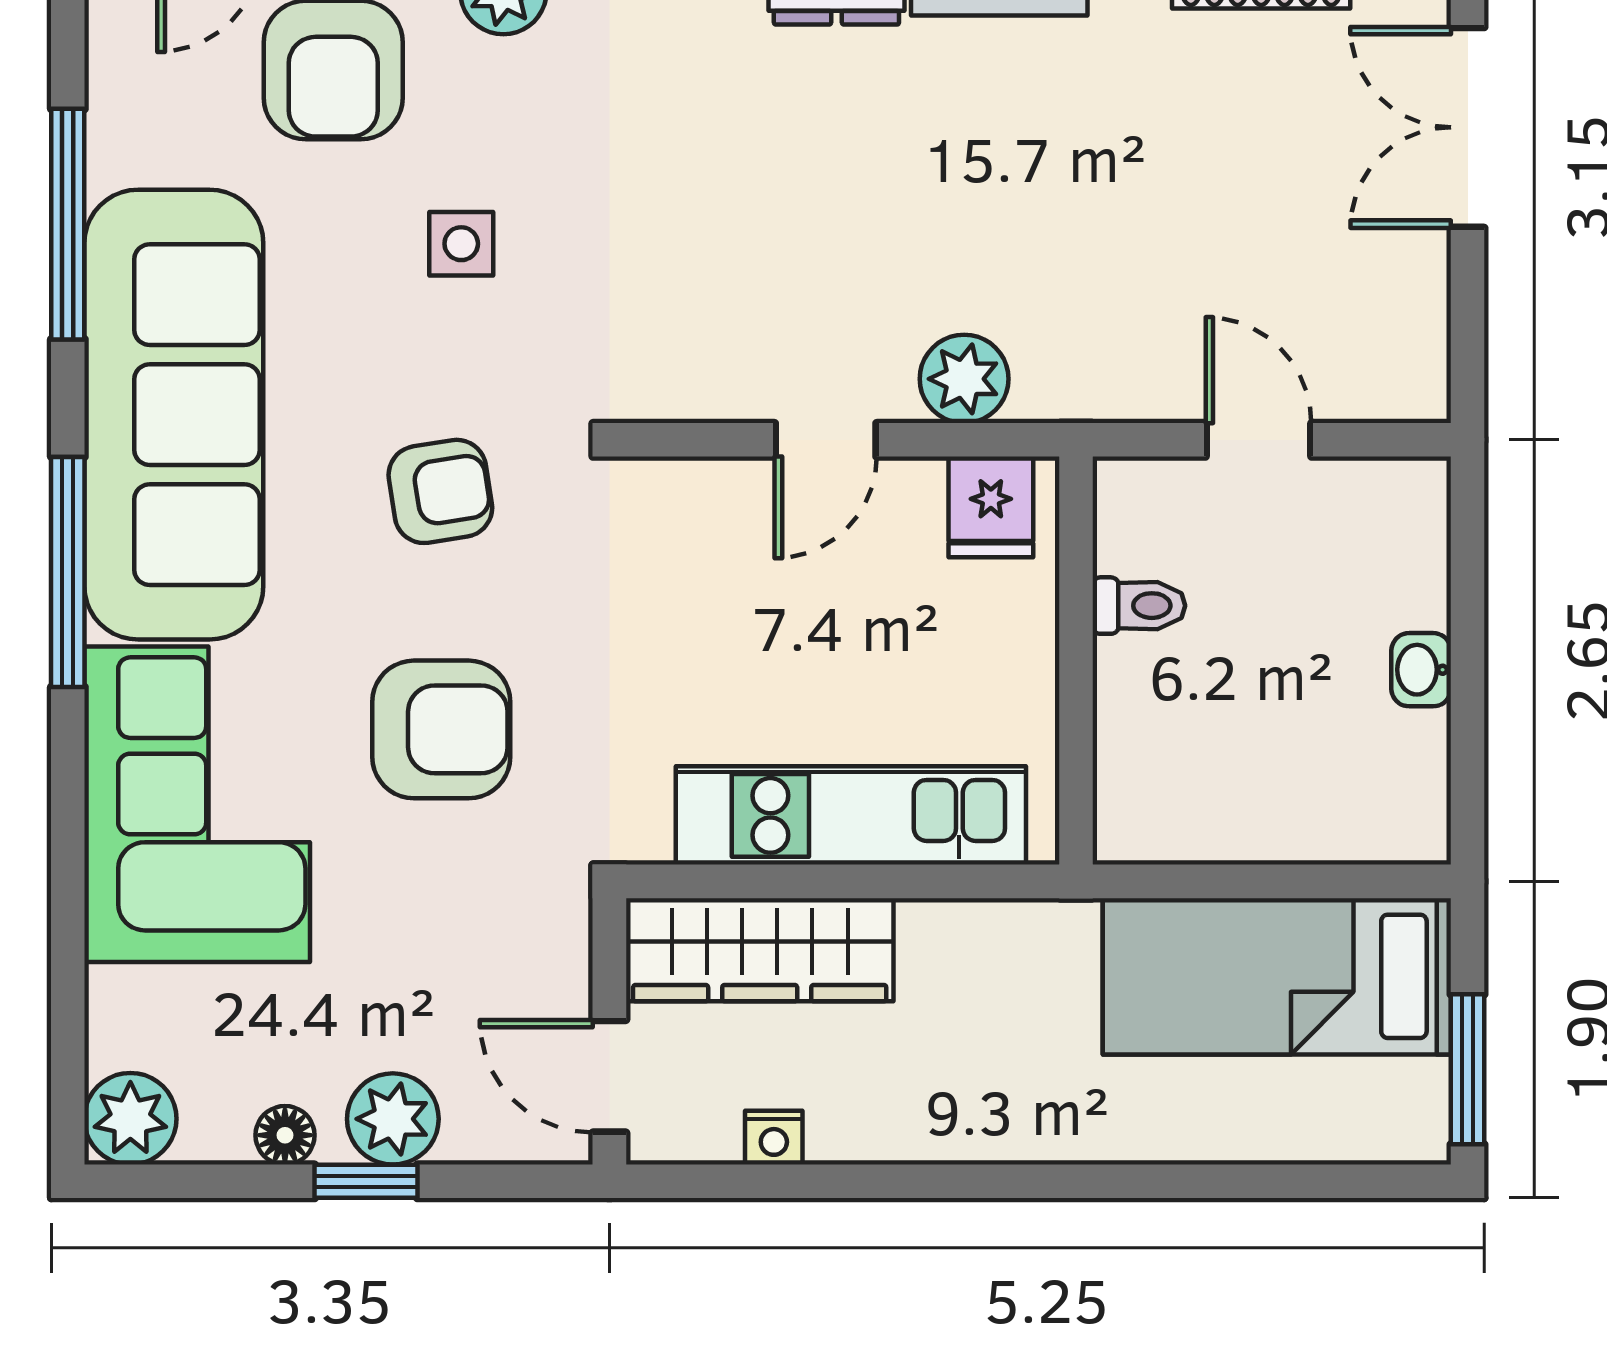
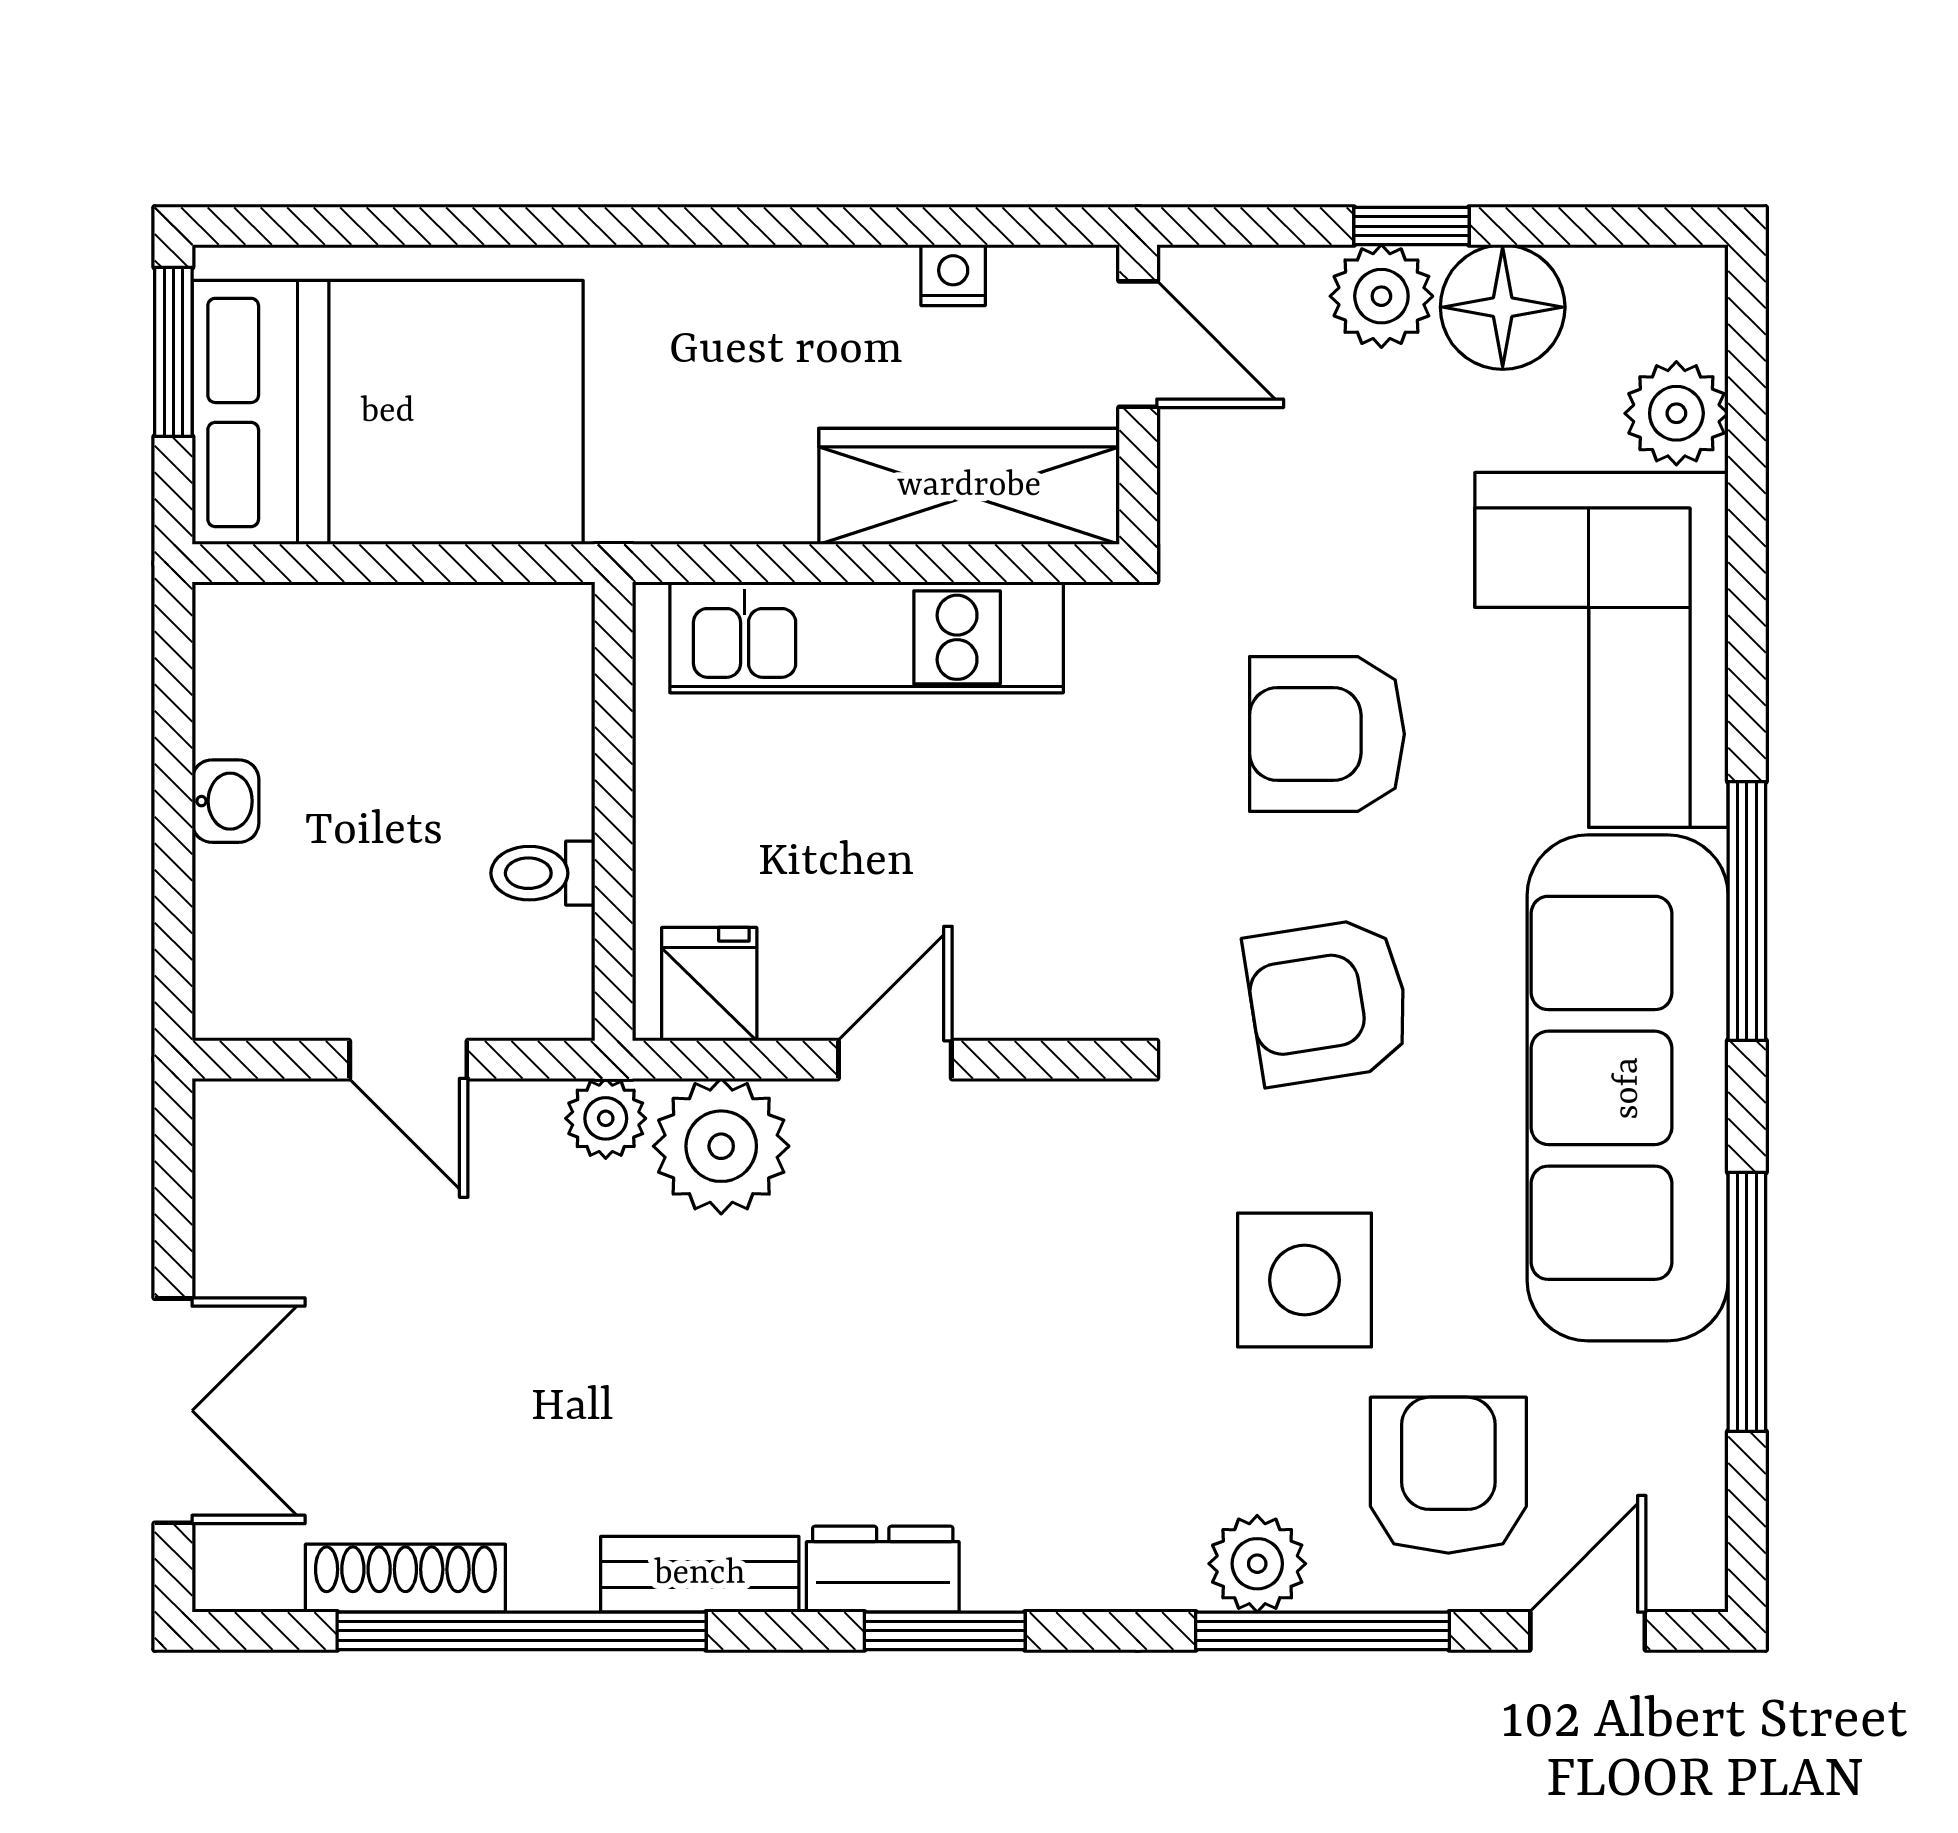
side table: (461, 244) -> (1305, 1280), width x1.87, depth x1.87
plant: (964, 379) -> (721, 1146), width x1.36, depth x1.36
plant: (1083, 387) -> (606, 1118), added
armchair: (440, 491) -> (1328, 1001), width x1.38, depth x1.38
bed: (1277, 976) -> (388, 412), width x1.50
plant: (130, 1119) -> (1676, 413), moved
floor lamp: (285, 1135) -> (1503, 307), width x1.89, depth x1.89

